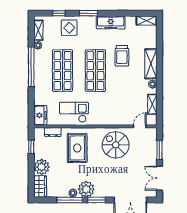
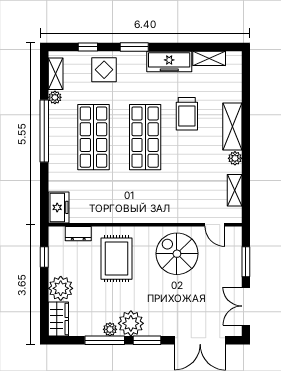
shelving: (147, 20) -> (209, 58), moved
checkout: (74, 112) -> (112, 203), removed
door: (140, 126) -> (215, 225), swing flipped

